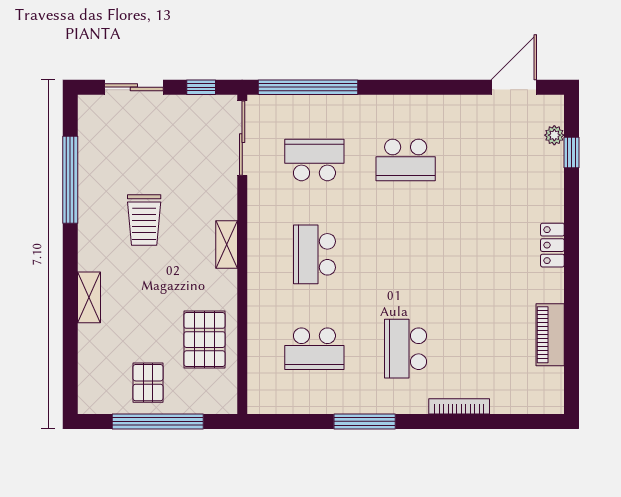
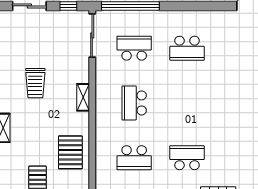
school desk: (406, 349) -> (187, 158), turned 90

